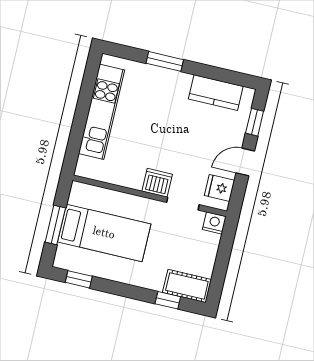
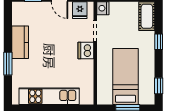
kitchen counter: (216, 93) -> (20, 42), moved
window: (168, 300) -> (159, 42), moved

